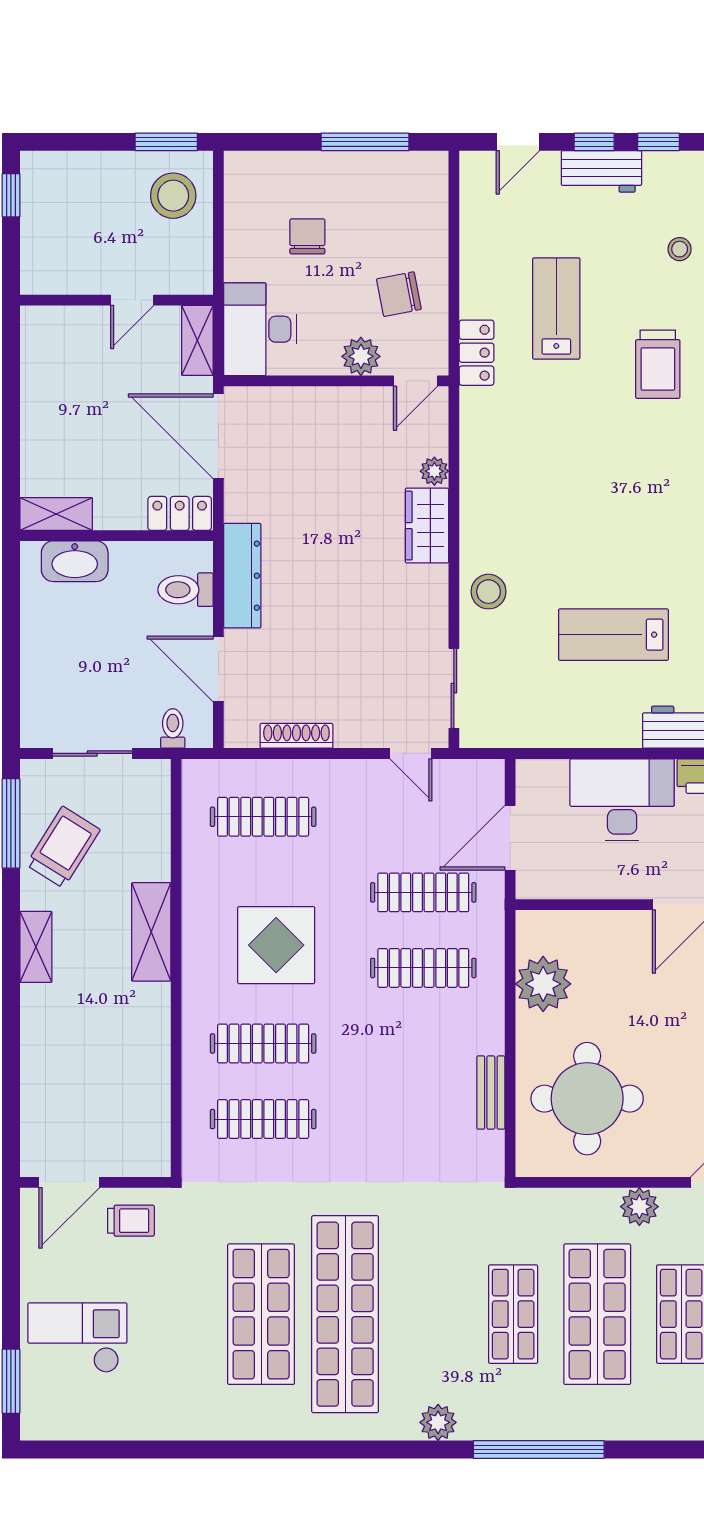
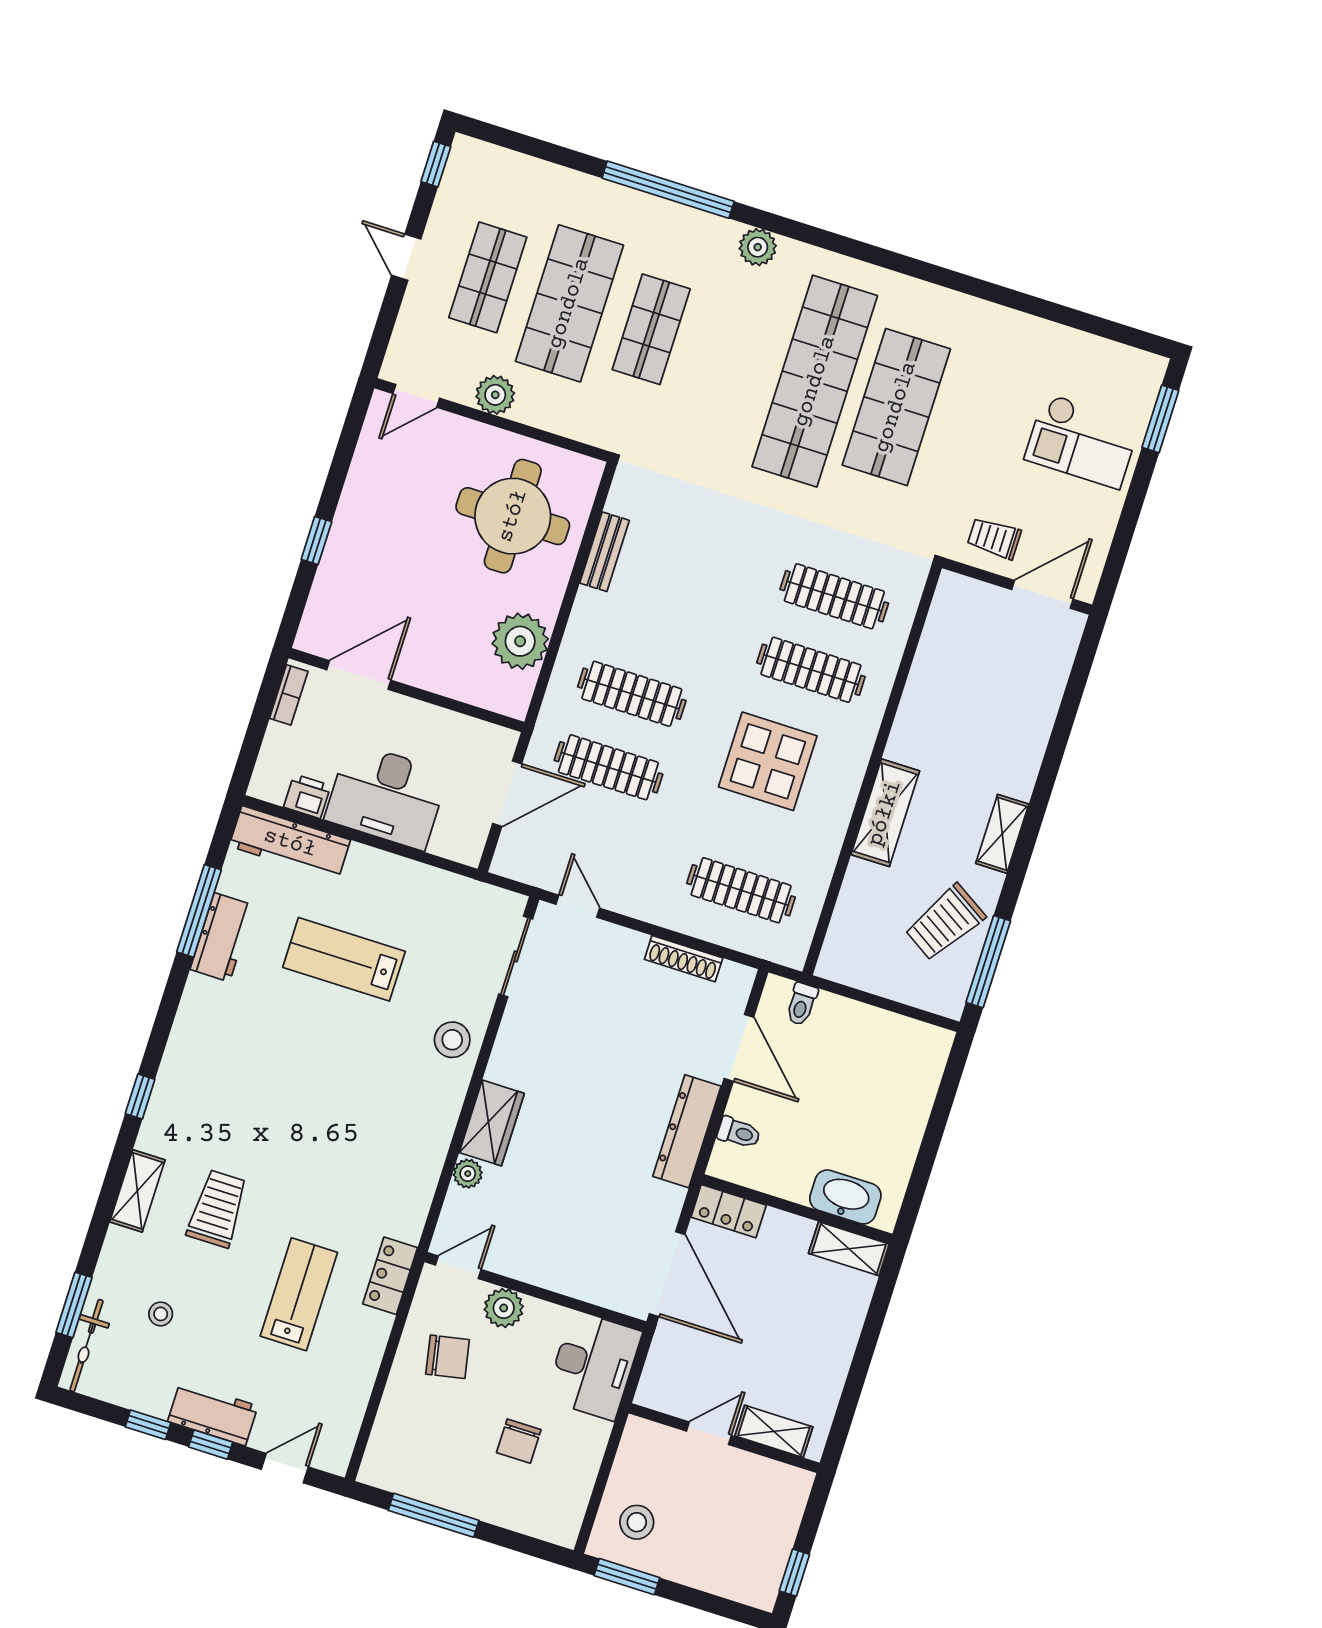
stool: (173, 196) -> (637, 1522), width x0.73, depth x0.73
lab bench: (556, 308) -> (299, 1294), turned 180
shelving: (197, 340) -> (774, 1431), moved, turned 90
toilet: (186, 590) -> (739, 1133), width x0.73, depth x0.72
lab bench: (613, 635) -> (344, 959), turned 180
sliding door: (92, 753) -> (888, 1005), removed

